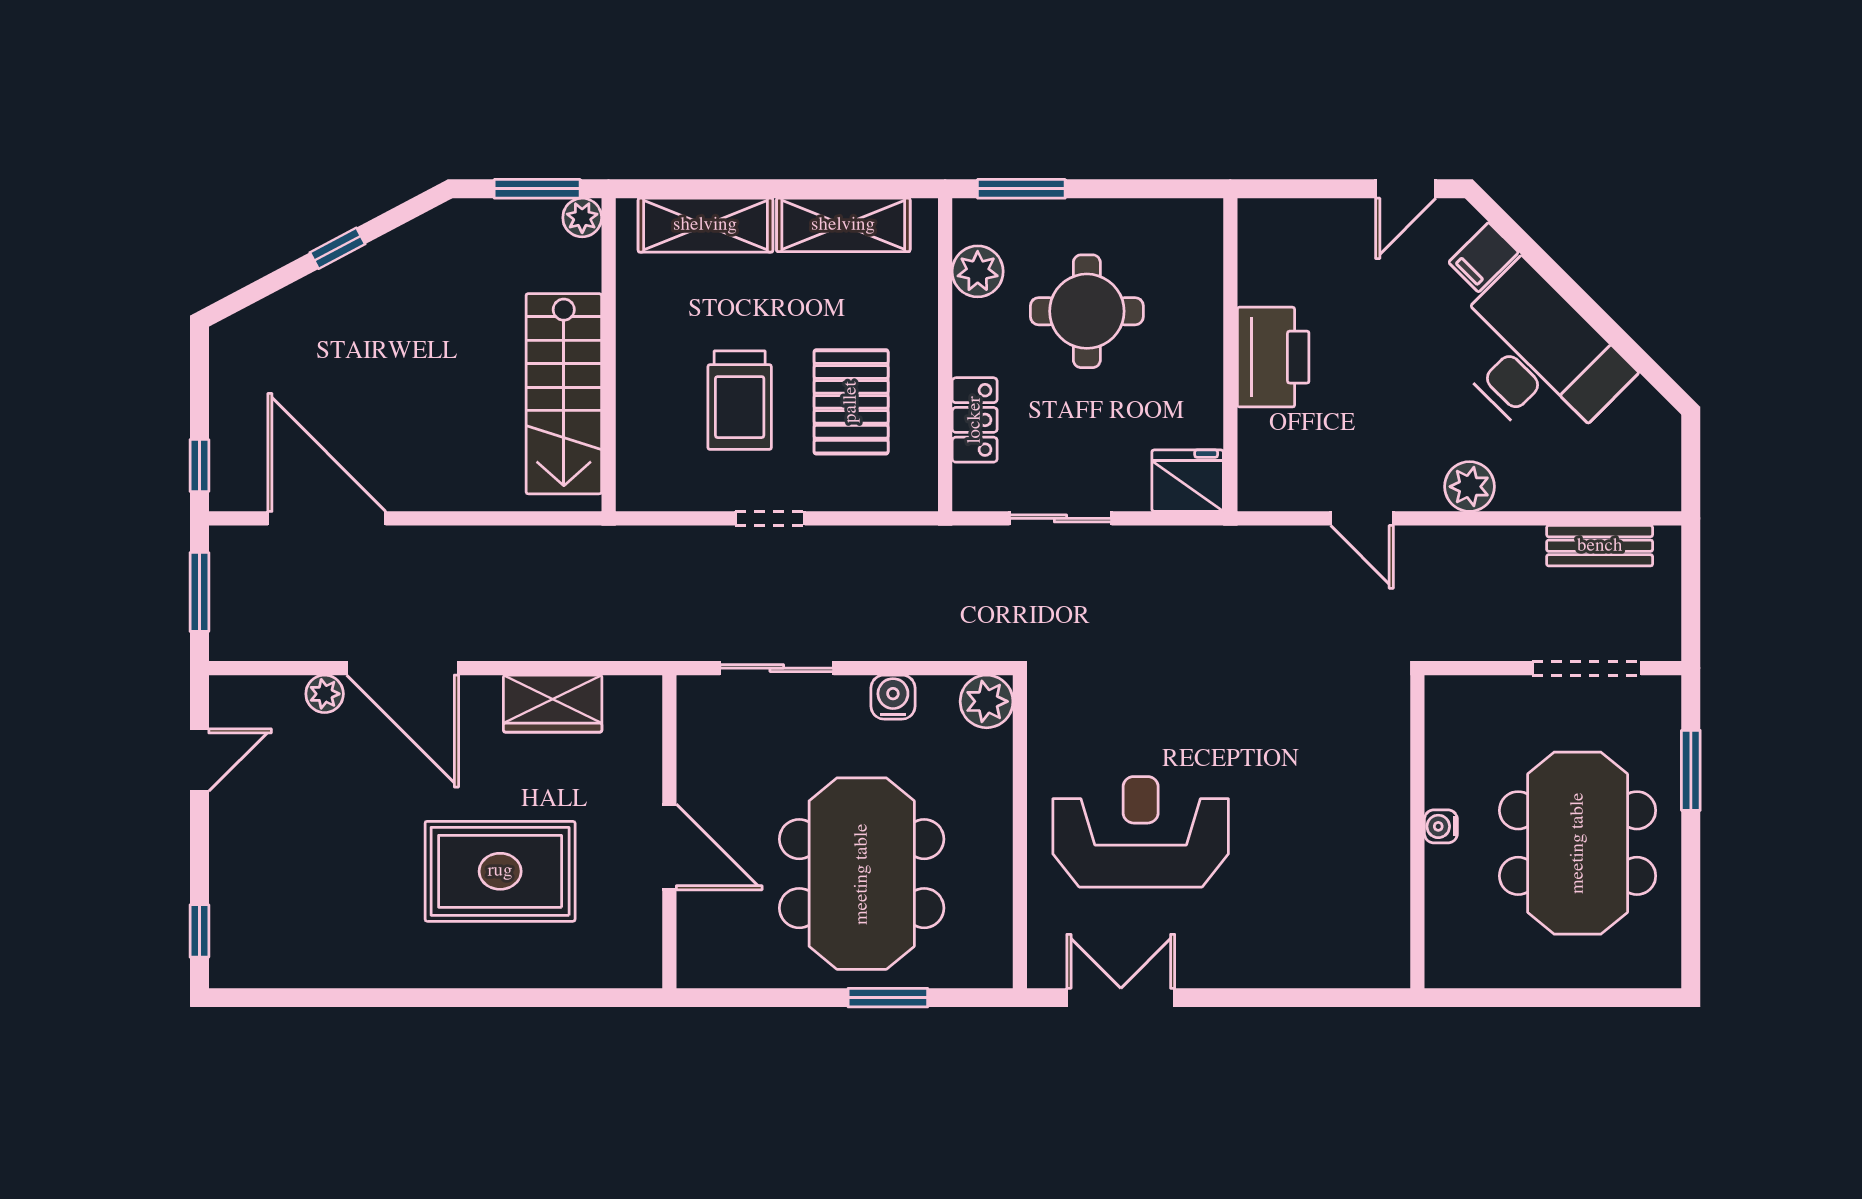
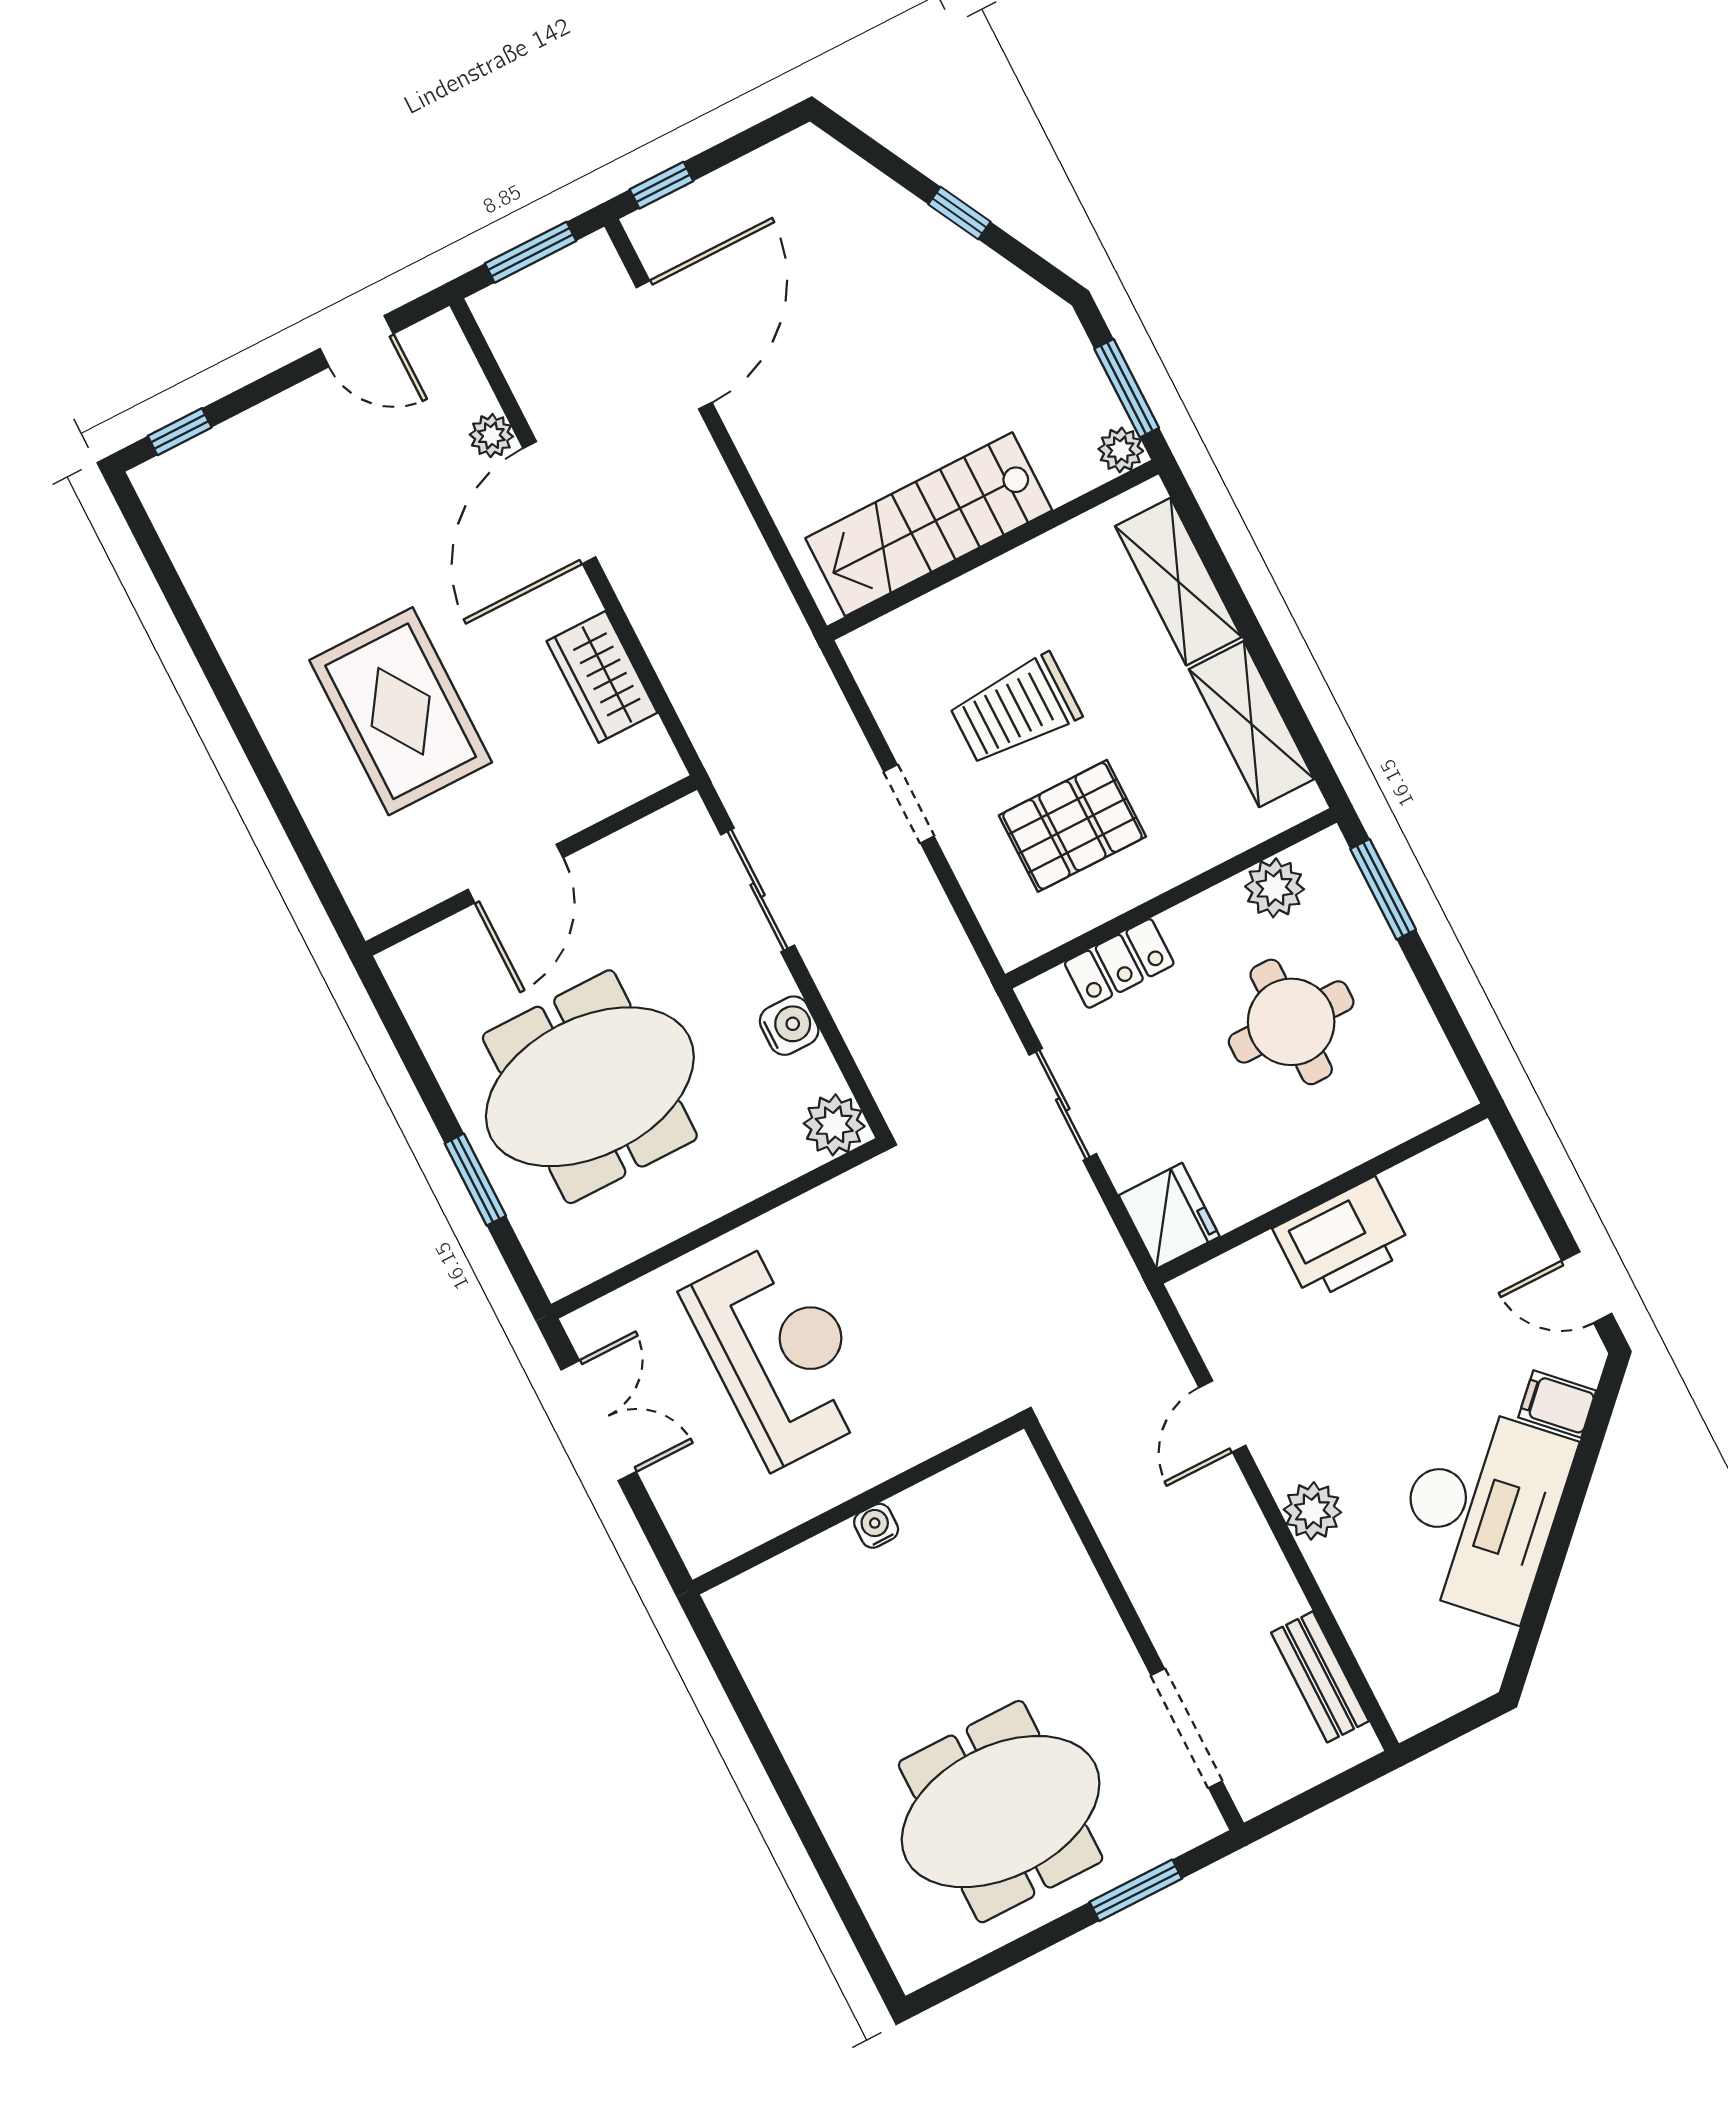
water cooler: (1441, 826) -> (876, 1526), moved
wall: (1417, 832) -> (858, 1504), moved

